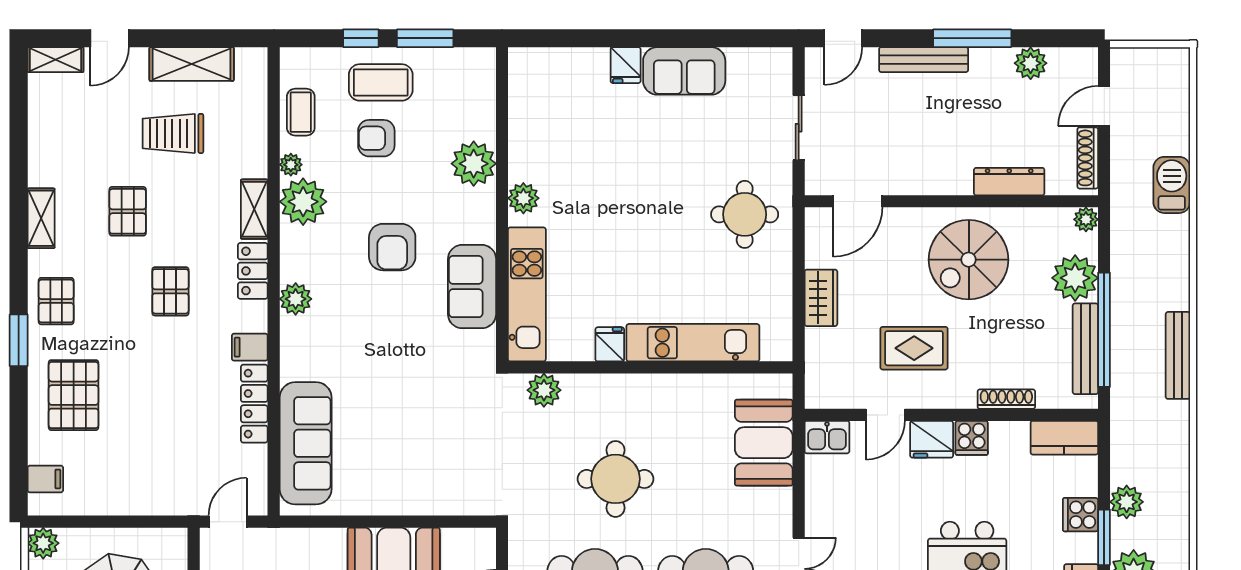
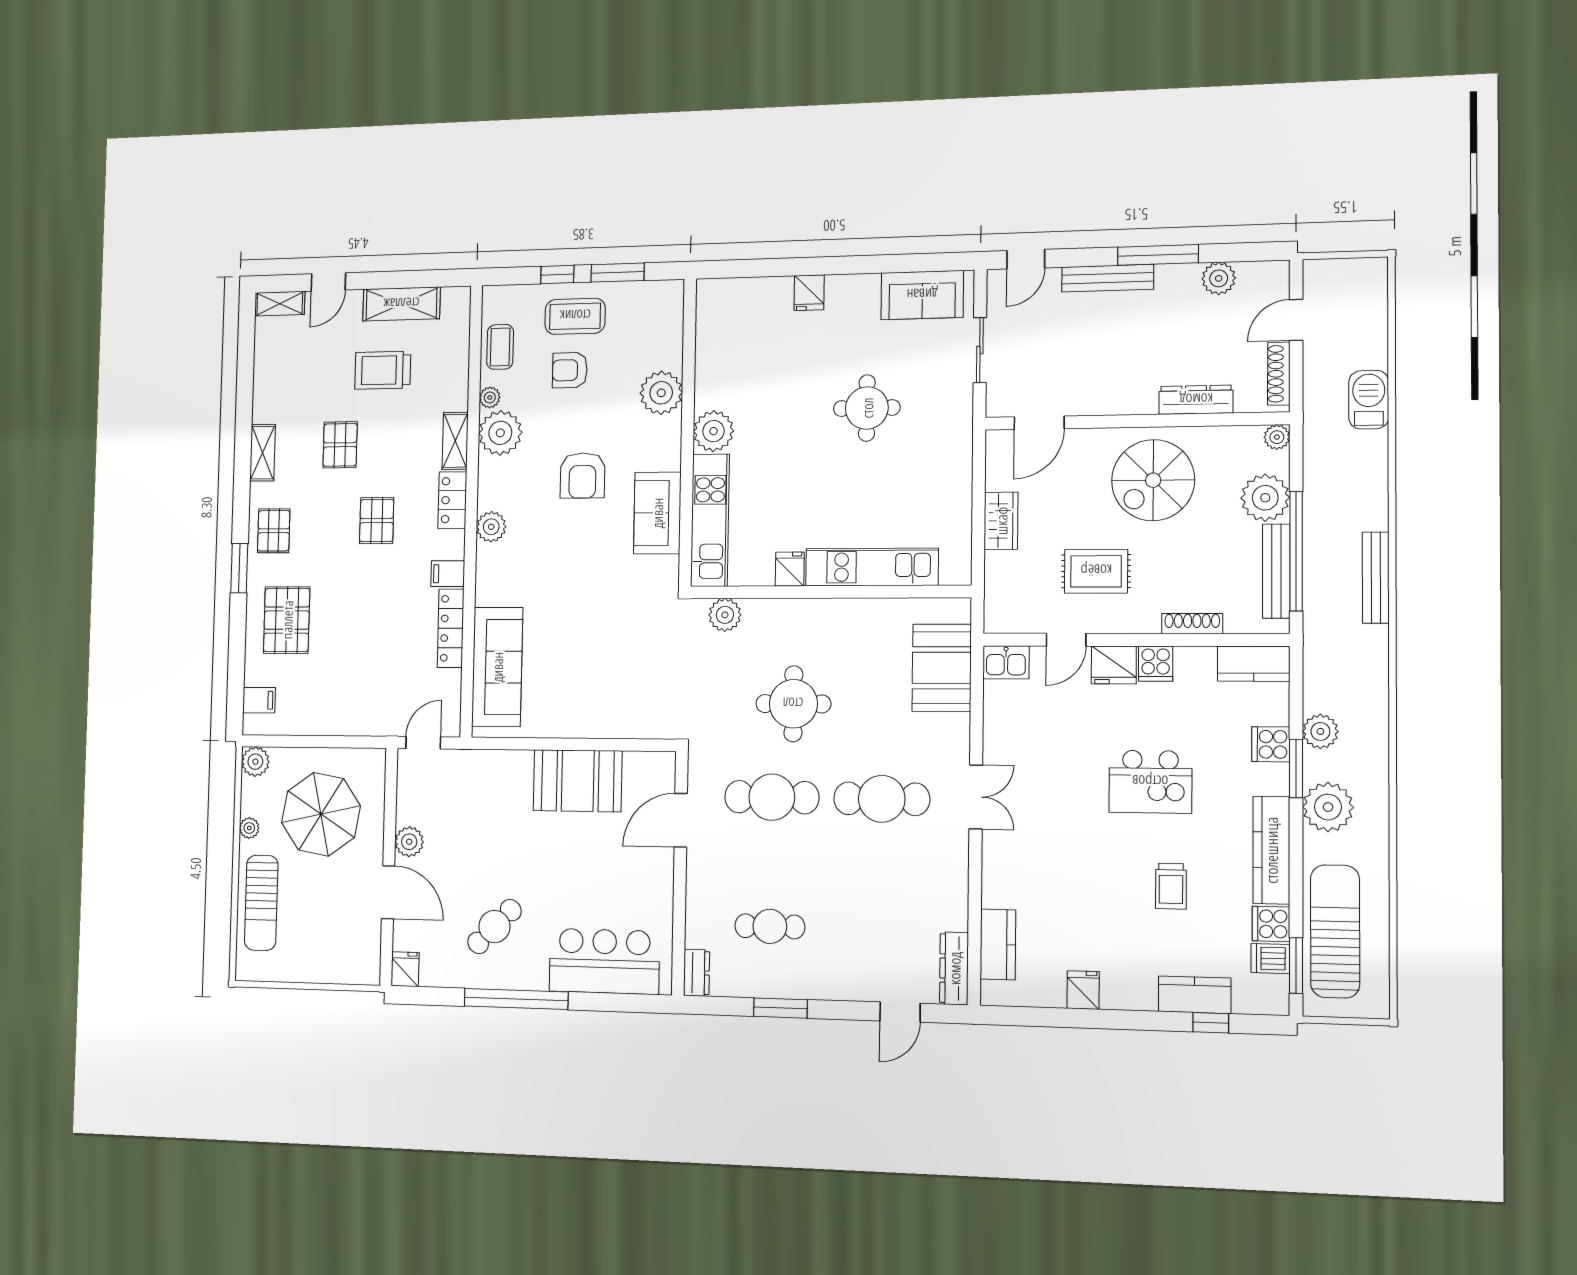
sofa: (684, 71) -> (922, 295), moved
plant: (523, 198) -> (714, 431), width x1.36, depth x1.36
round table: (745, 214) -> (867, 408), moved

